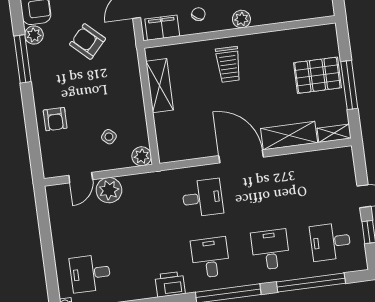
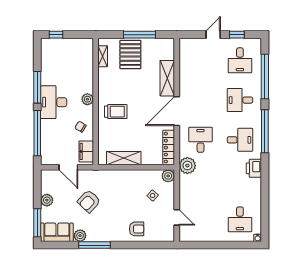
shelving: (334, 133) -> (103, 56), moved
locker: (185, 151) -> (169, 148), added
plant: (109, 190) -> (187, 166), moved
desk: (210, 258) -> (240, 140), turned 180

